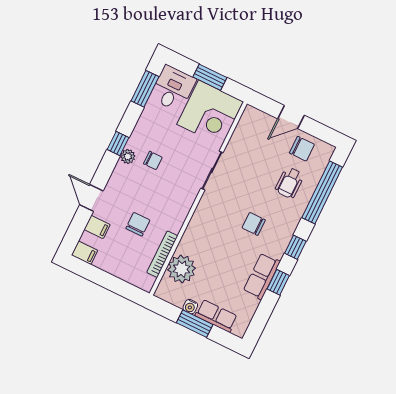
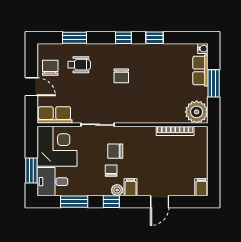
window: (210, 77) -> (31, 170), moved
window: (145, 89) -> (74, 202), moved
window: (322, 192) -> (74, 38), width x0.47
chair: (138, 224) -> (115, 151), moved
filing cabinet: (97, 227) -> (131, 187), moved
plant: (181, 269) -> (197, 112), moved
row of seats: (262, 276) -> (54, 115), moved, turned 180
water cooler: (190, 307) -> (203, 49), moved

